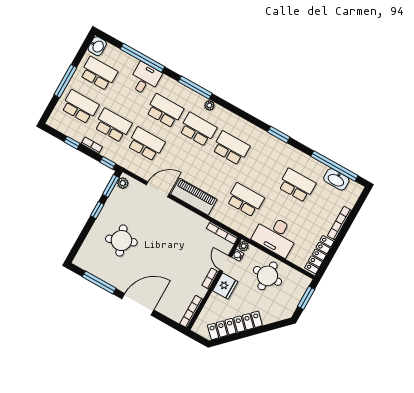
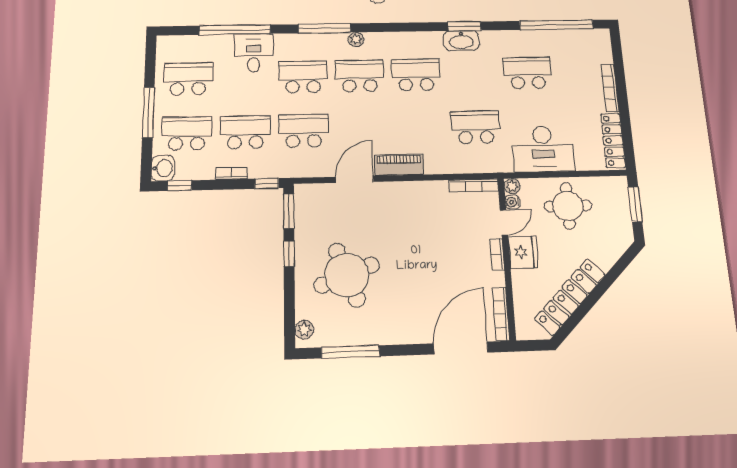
washbasin: (97, 46) -> (163, 168), moved
window: (72, 143) -> (180, 186), moved
washbasin: (336, 179) -> (461, 41), moved
plant: (123, 183) -> (304, 330), moved
piano: (194, 197) -> (399, 165), width x0.73, depth x0.75
round table: (121, 241) -> (347, 275), width x1.36, depth x1.36
door: (226, 264) -> (504, 222), swing flipped
door: (138, 304) -> (461, 348), moved

